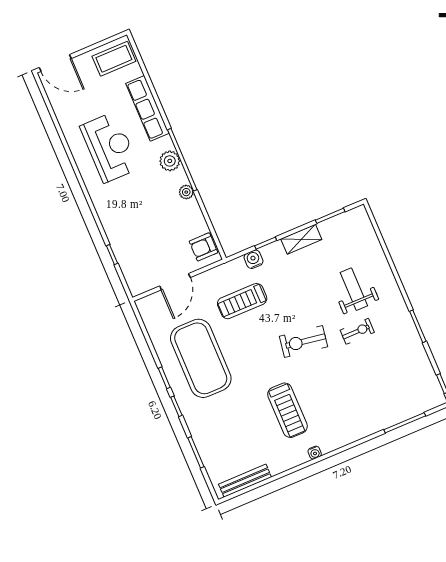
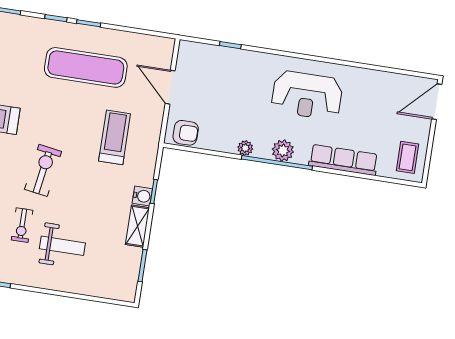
coffee table: (114, 59) -> (407, 157), width x0.73, depth x0.77
reception desk: (110, 147) -> (307, 95), moved
armchair: (203, 247) -> (186, 133), turned 90
water cooler: (253, 259) -> (142, 196), moved
exercise mat: (201, 358) -> (86, 67), width x0.68

